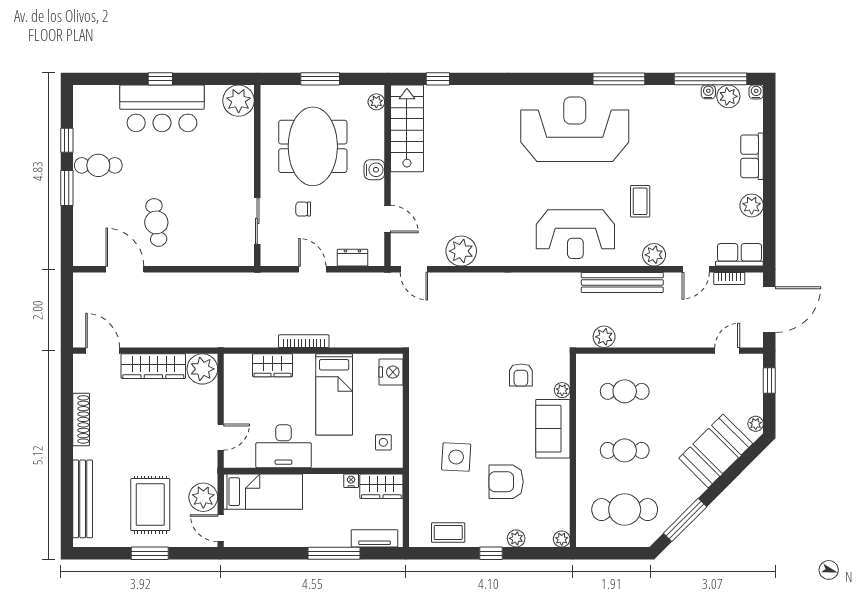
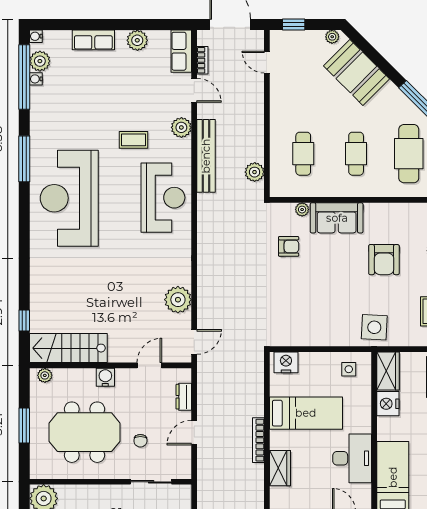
side table: (456, 457) -> (374, 327), moved
nightstand: (351, 481) -> (388, 404), width x1.89, depth x1.79

